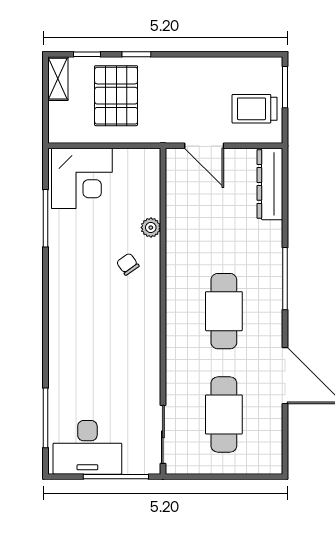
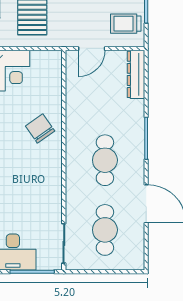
door: (204, 146) -> (92, 49), hinge flipped
plant: (151, 228) -> (56, 104), removed
chair: (128, 264) -> (40, 128), width x1.87, depth x1.87

